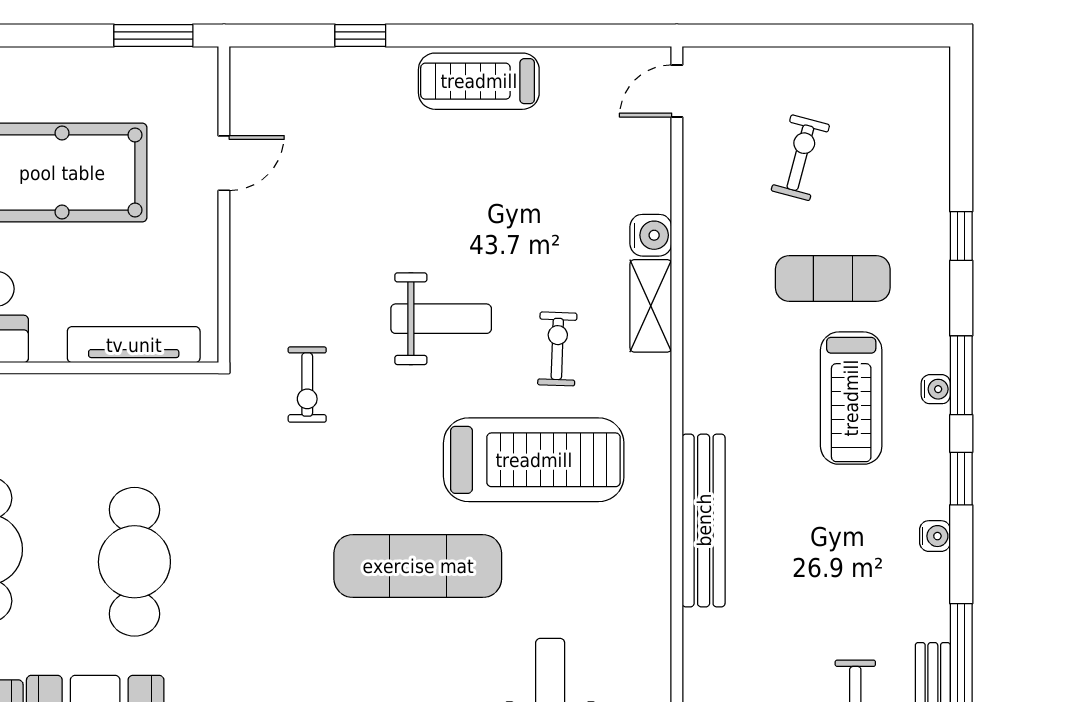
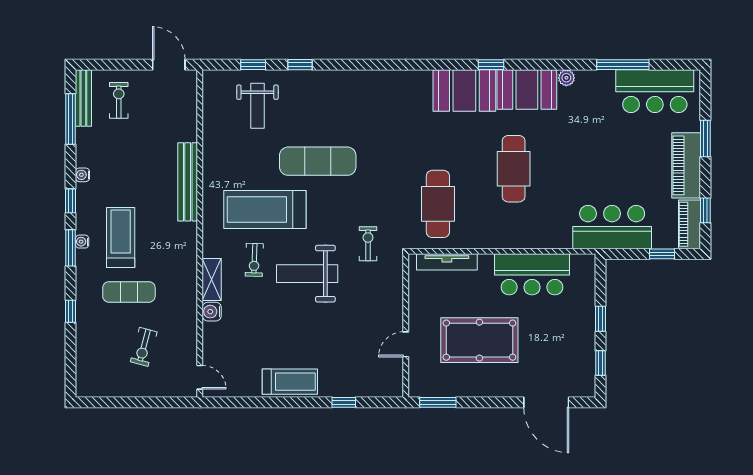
door: (677, 91) -> (200, 377), hinge flipped
weight bench: (441, 319) -> (307, 274), width x1.36, depth x1.33
cafe table: (134, 562) -> (438, 204), moved

